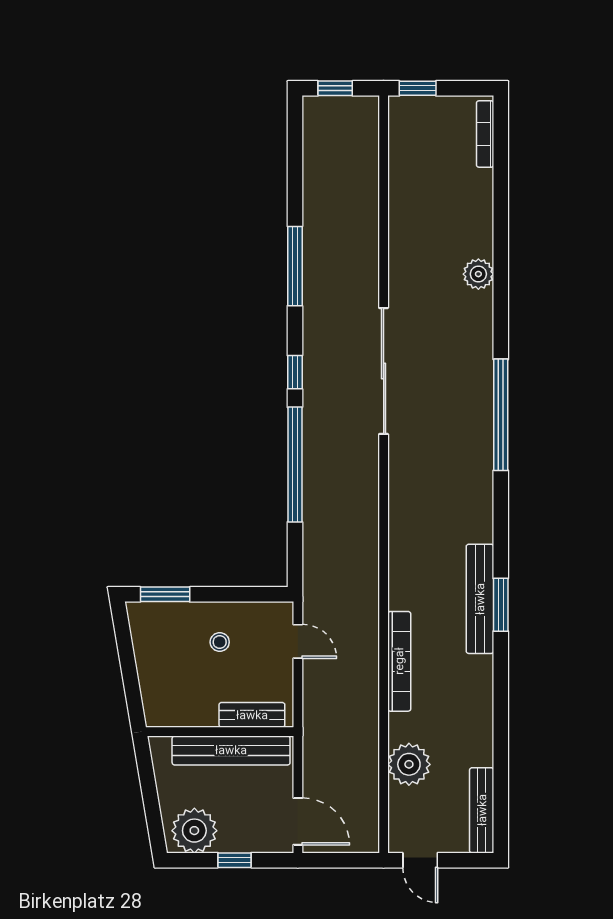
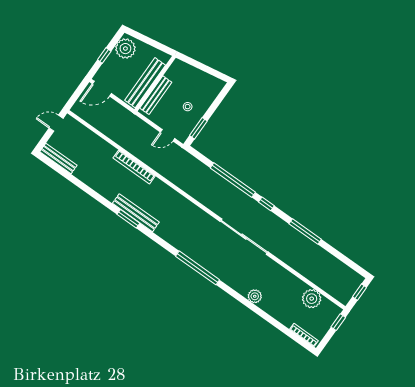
window: (165, 594) -> (198, 128), moved
bench: (252, 715) -> (156, 95), width x1.36
plant: (409, 764) -> (312, 299), moved

